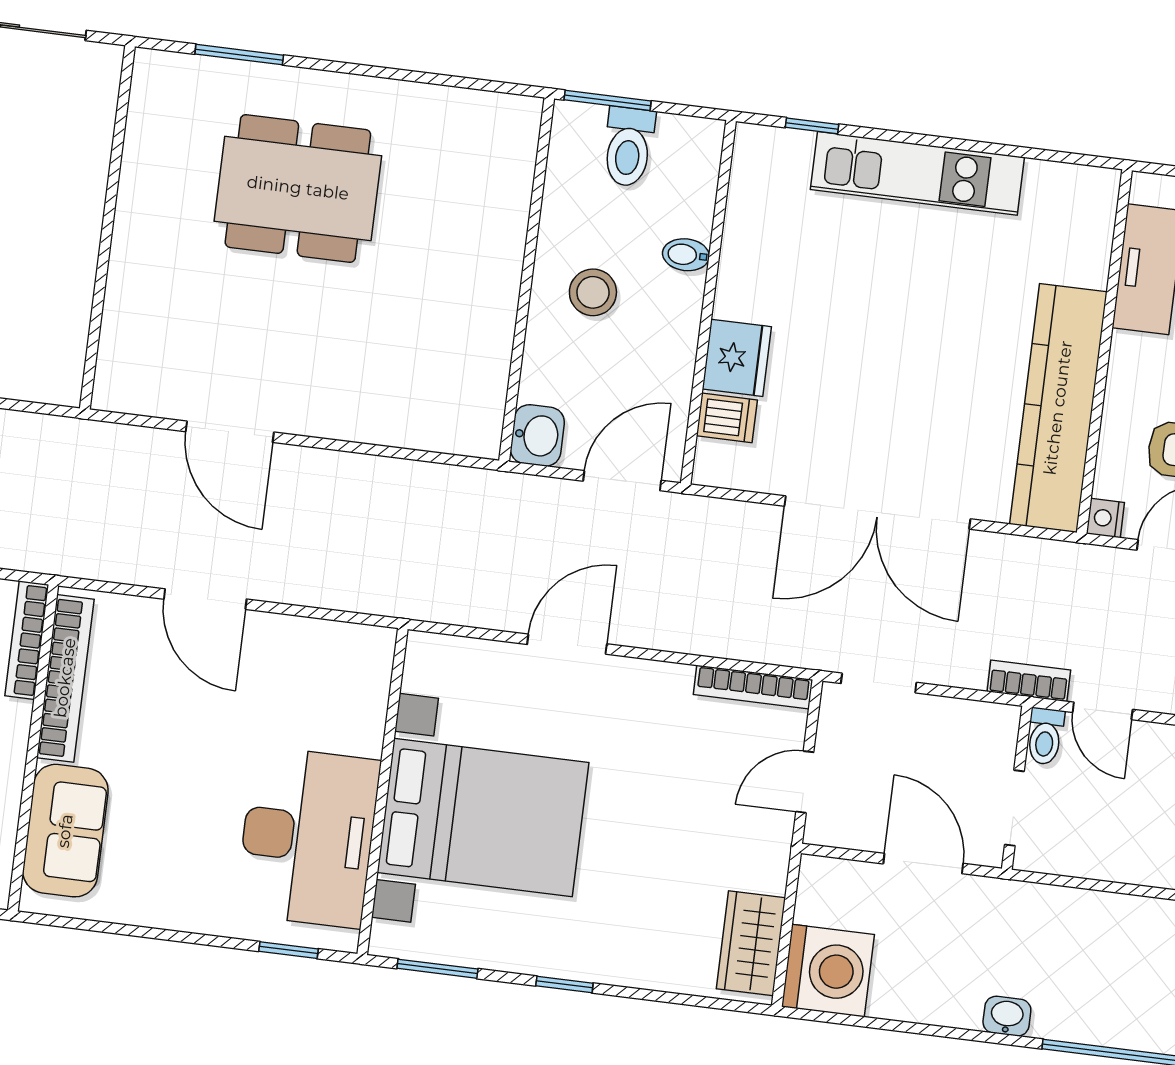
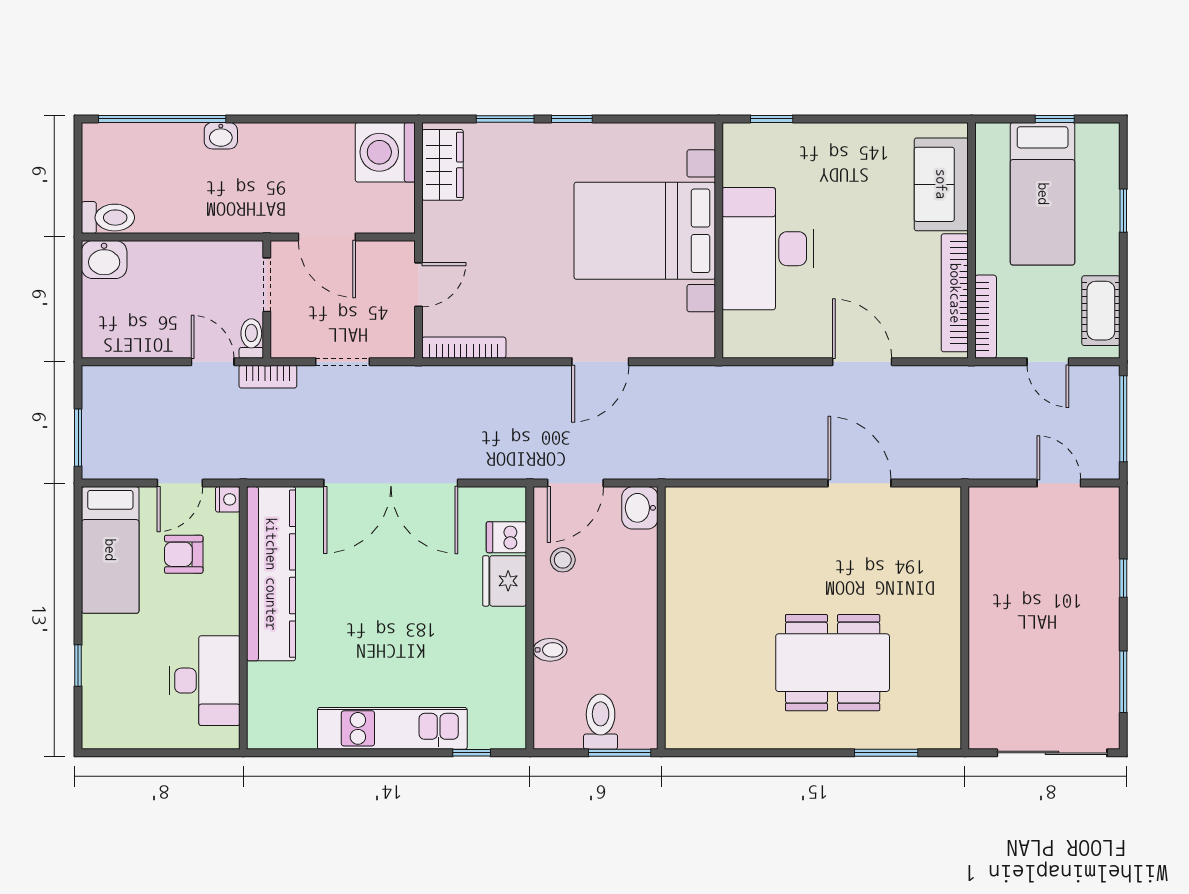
stool: (593, 292) -> (563, 560), moved, width x0.73, depth x0.73
double door: (877, 513) -> (391, 483), swing flipped
doorway: (879, 683) -> (343, 362), moved
desk: (308, 837) -> (768, 249), moved
window: (437, 969) -> (505, 119), moved
washbasin: (1007, 1016) -> (221, 136), moved

